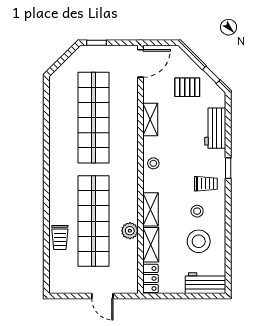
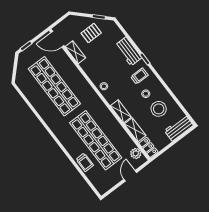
door: (141, 63) -> (57, 39), swing flipped
shelving: (150, 119) -> (75, 52), moved
workbench: (215, 128) -> (128, 51), moved
plant: (130, 231) -> (136, 153), moved
door: (102, 296) -> (130, 176), swing flipped

